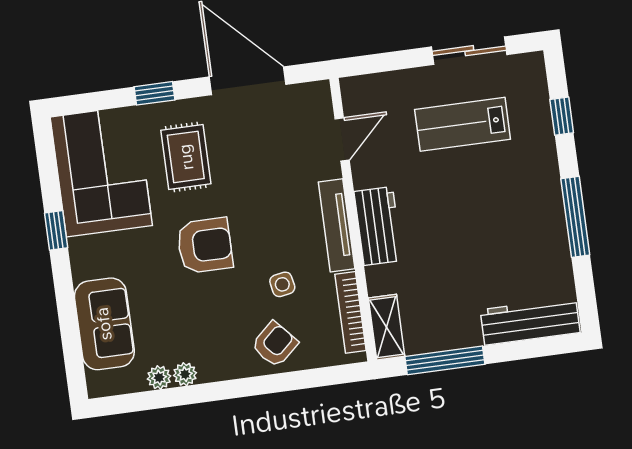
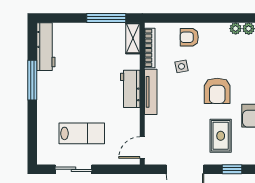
window: (562, 116) -> (32, 131), removed
door: (342, 139) -> (142, 148), moved
armchair: (205, 246) -> (217, 91), turned -90
workbench: (530, 321) -> (46, 47), moved, turned -90
armchair: (275, 344) -> (189, 37), turned 42

